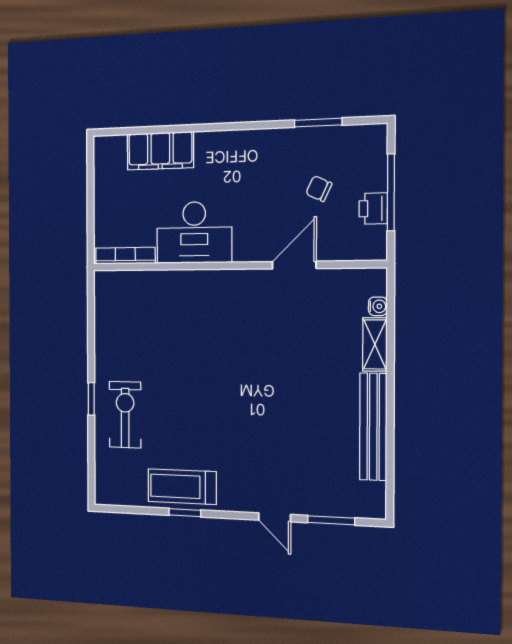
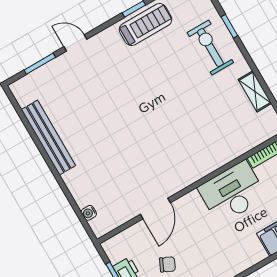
shelving: (375, 344) -> (255, 91), moved
window: (91, 399) -> (229, 26), moved
exercise bike: (125, 415) -> (210, 48), turned 180

